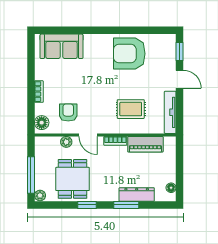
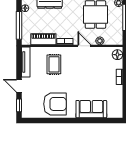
sofa: (62, 46) -> (91, 109), moved
rug: (131, 109) -> (54, 64), turned 90
armchair: (68, 112) -> (99, 62), removed
window: (180, 164) -> (19, 25), added

